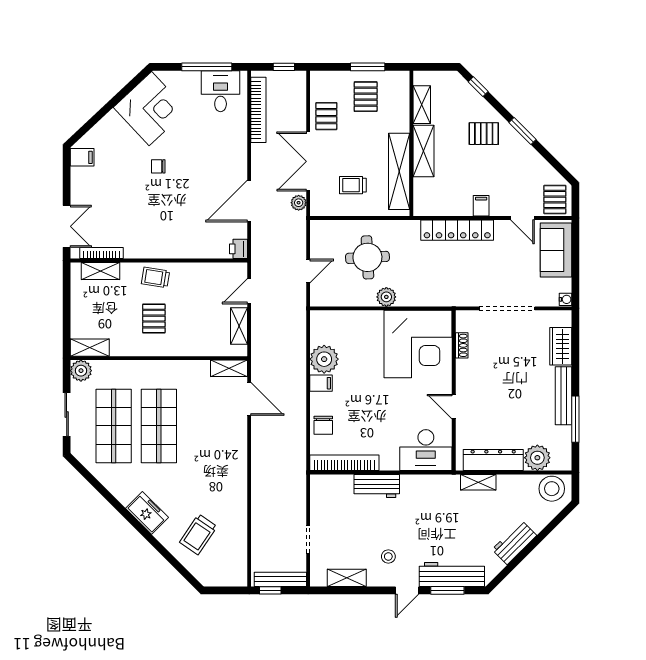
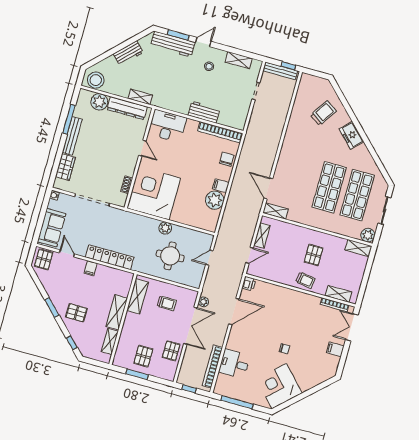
desk: (221, 91) -> (234, 364), moved, turned 90
filing cabinet: (82, 157) -> (335, 349), moved
shelving: (399, 171) -> (138, 296), width x0.68

